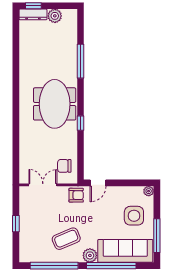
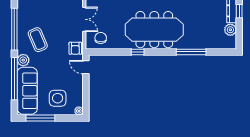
meeting table: (55, 104) -> (154, 30), width x1.36

